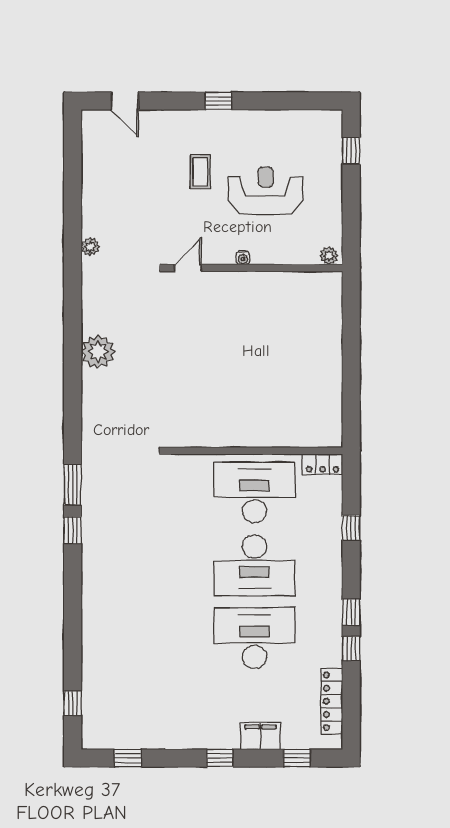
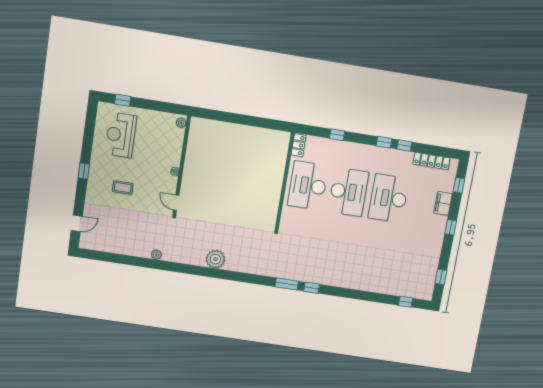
reception desk: (265, 191) -> (121, 135), moved

